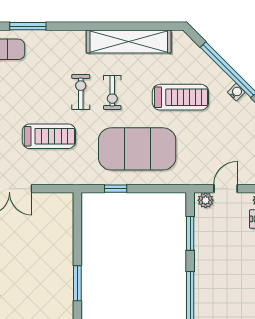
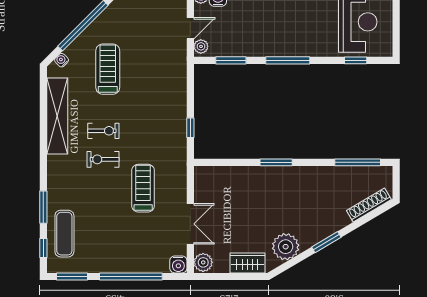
water cooler: (236, 92) -> (62, 60), moved
exercise mat: (137, 149) -> (155, 108), removed
door: (226, 189) -> (190, 28), swing flipped

